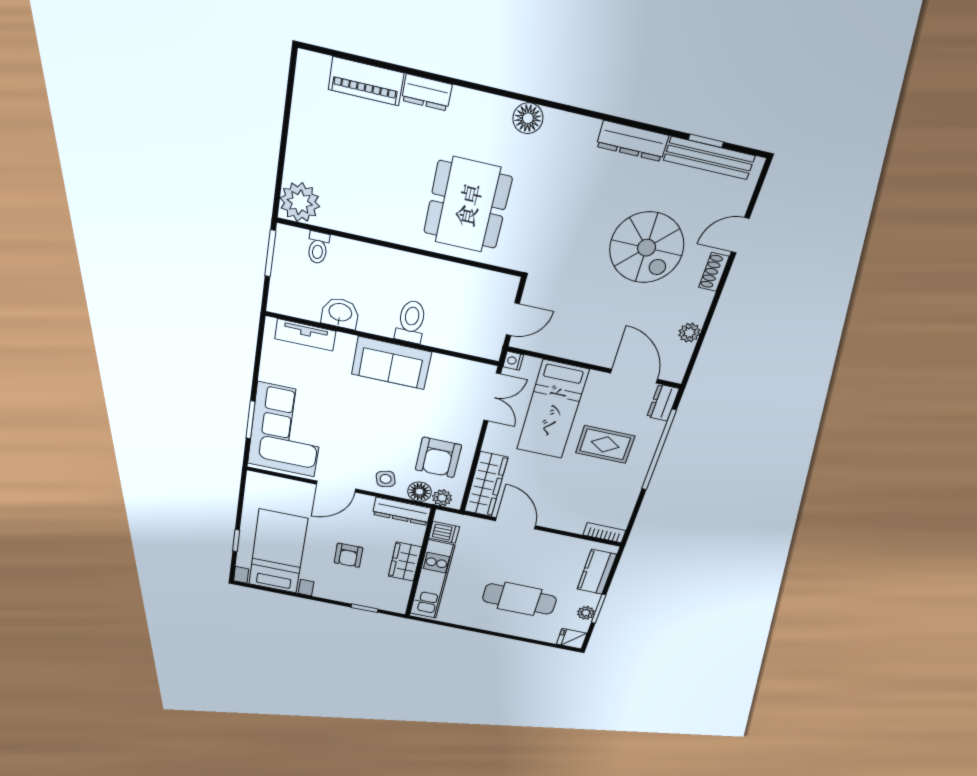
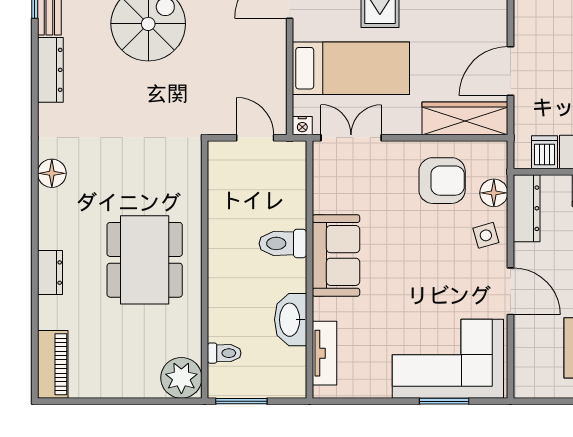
piano: (366, 81) -> (53, 364), moved
dining table: (468, 205) -> (145, 260), moved, turned 90
washbasin: (340, 313) -> (291, 320), width x1.38
plant: (442, 498) -> (496, 165), removed

